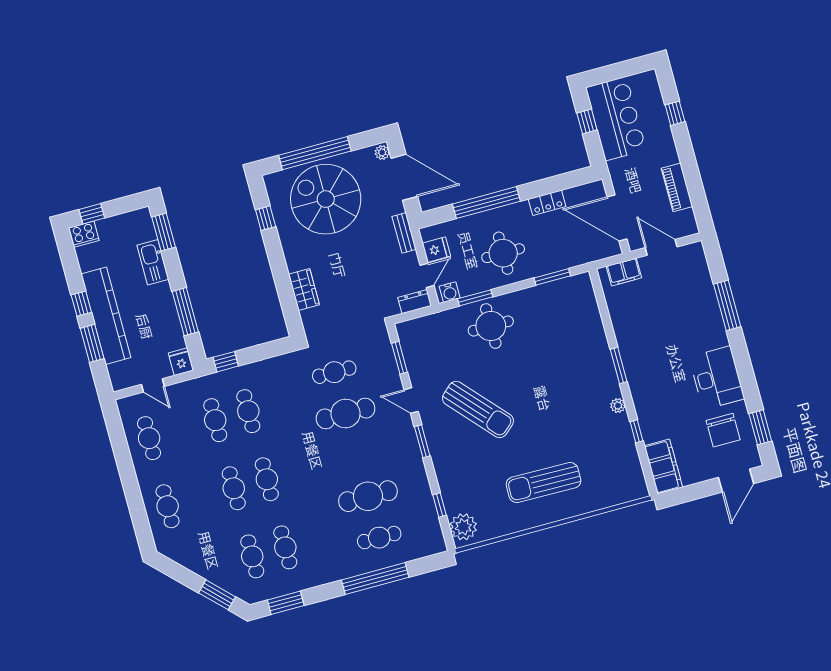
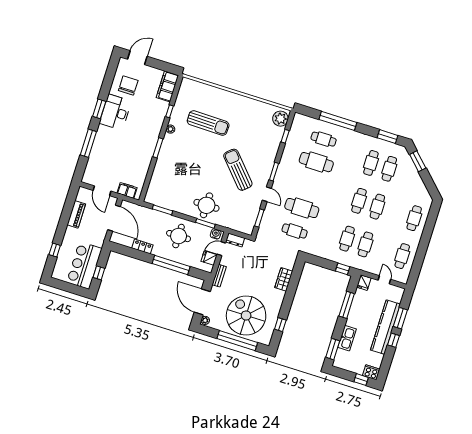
spiral stairs: (326, 199) -> (246, 315), turned 180
window: (760, 427) -> (99, 109), moved
sun lounger: (543, 483) -> (208, 123), moved

